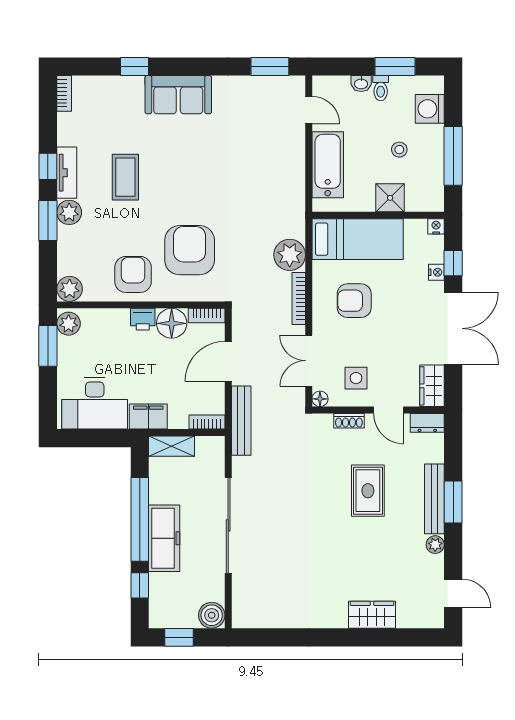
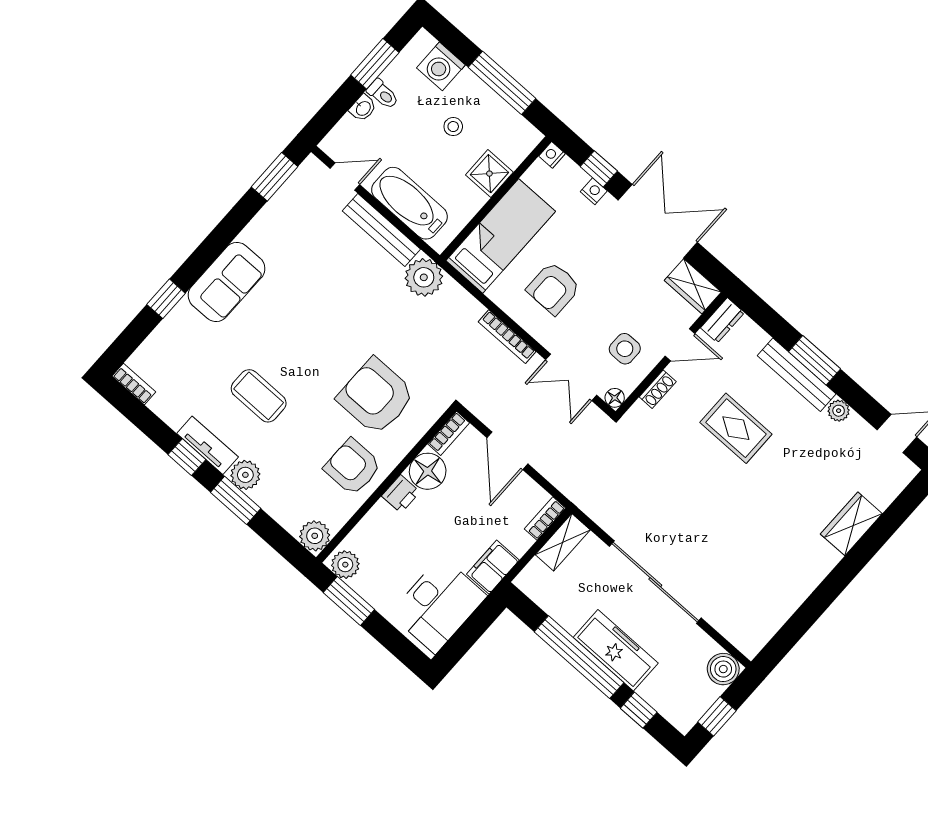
plant: (290, 255) -> (424, 277), moved
bench: (241, 421) -> (381, 230), moved
shelving: (172, 446) -> (563, 542), moved

